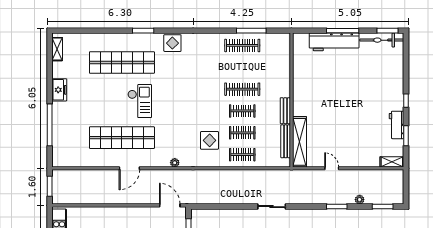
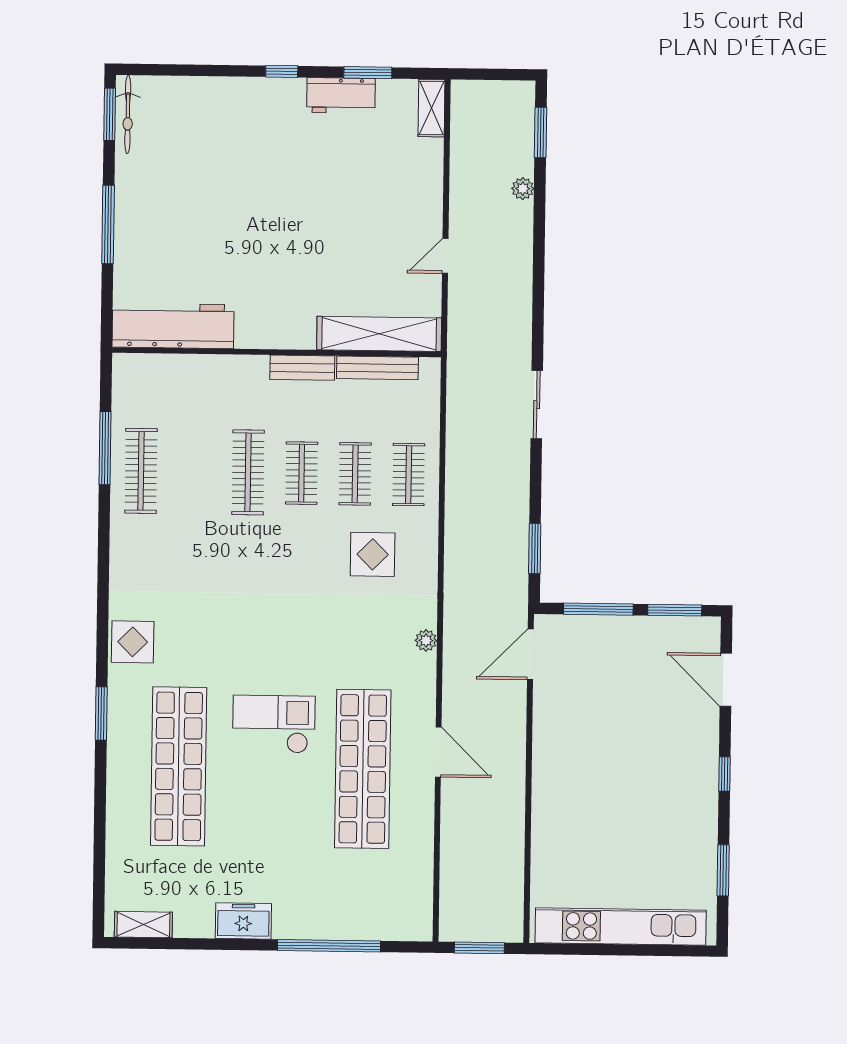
bicycle: (382, 40) -> (128, 114), width x0.73, depth x0.71
workbench: (334, 42) -> (173, 326), moved, turned -90
window: (337, 207) -> (535, 548), moved

